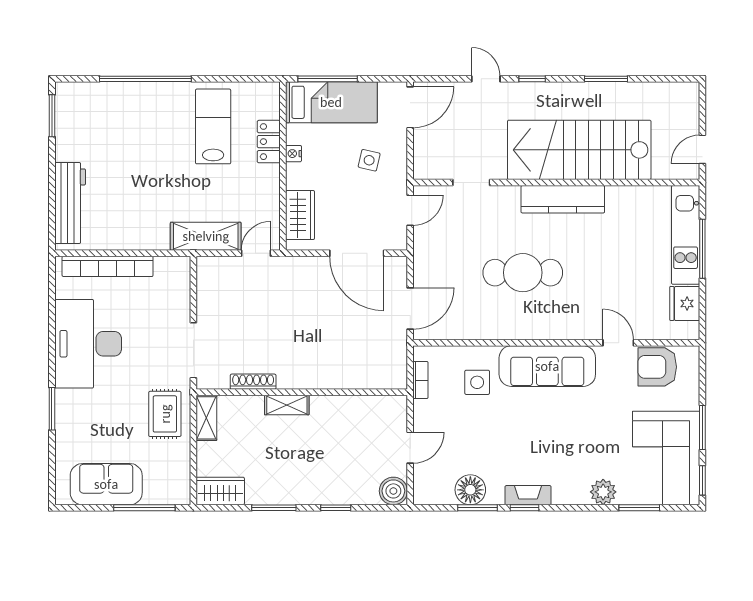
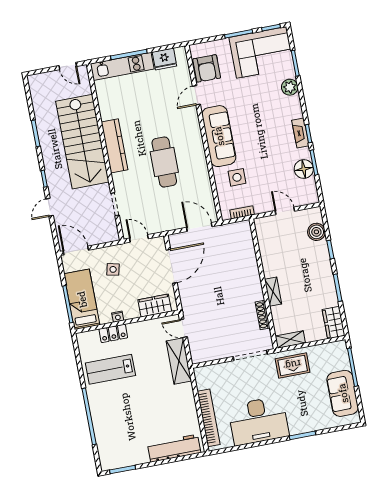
boiler: (393, 491) -> (316, 232), moved

